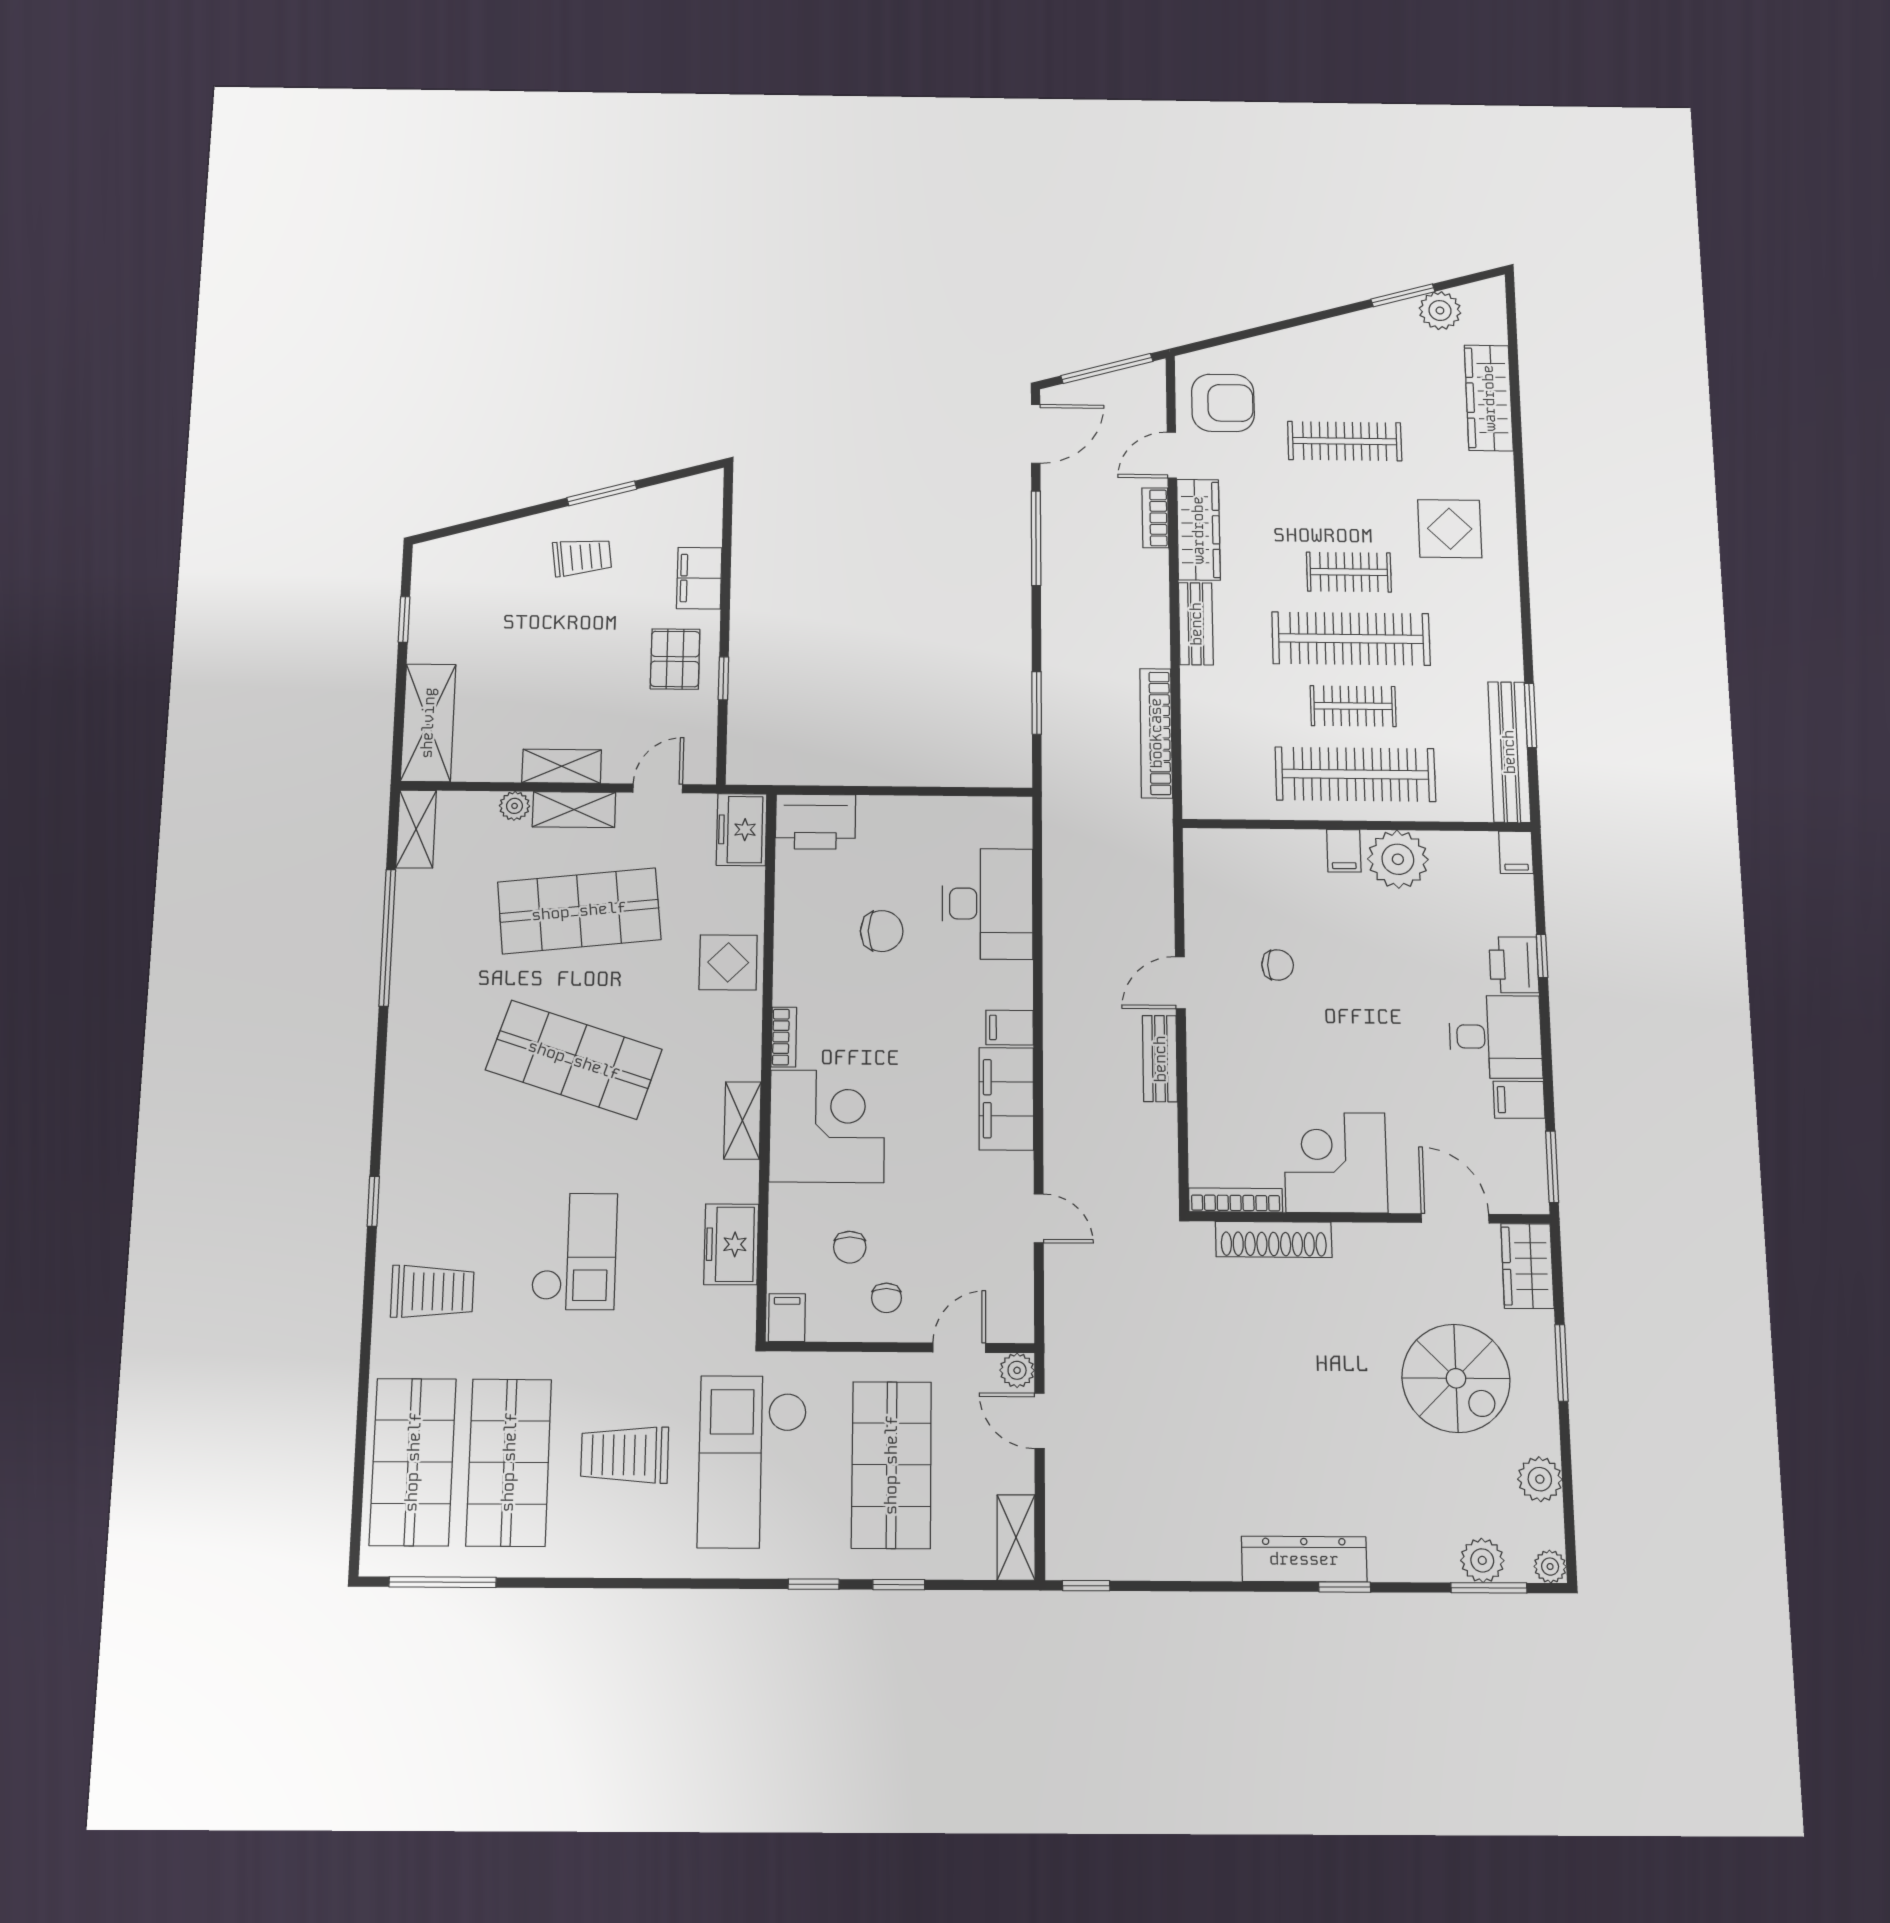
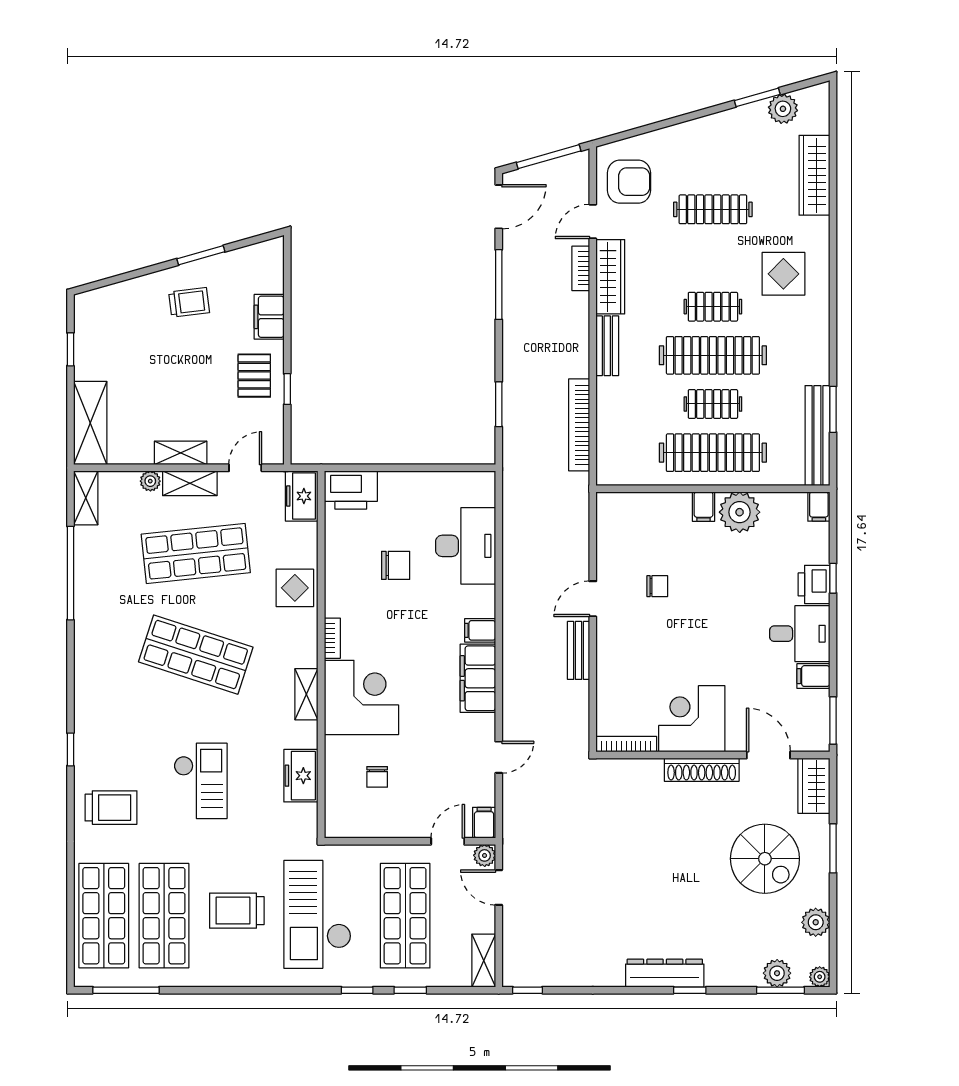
door: (1039, 1218) -> (499, 757), hinge flipped
shoe rack: (1274, 1239) -> (702, 770), moved
chair: (886, 1298) -> (401, 810), removed
filing cabinet: (787, 1318) -> (484, 823), moved

